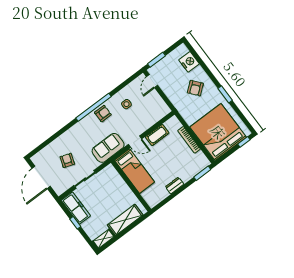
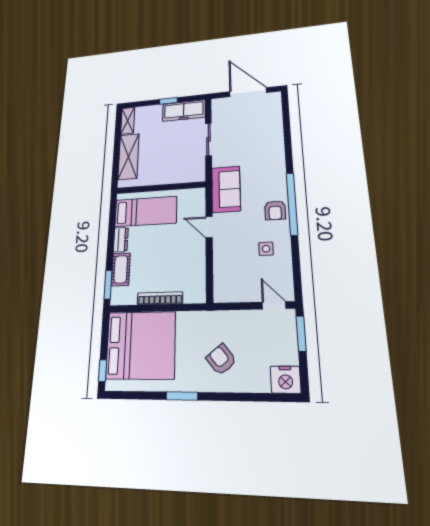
nightstand: (189, 62) -> (286, 380), moved
cot: (157, 135) -> (121, 269), moved
door: (135, 142) -> (209, 227), hinge flipped
armchair: (67, 160) -> (246, 132), removed
bed: (135, 171) -> (146, 211), moved, turned 180

